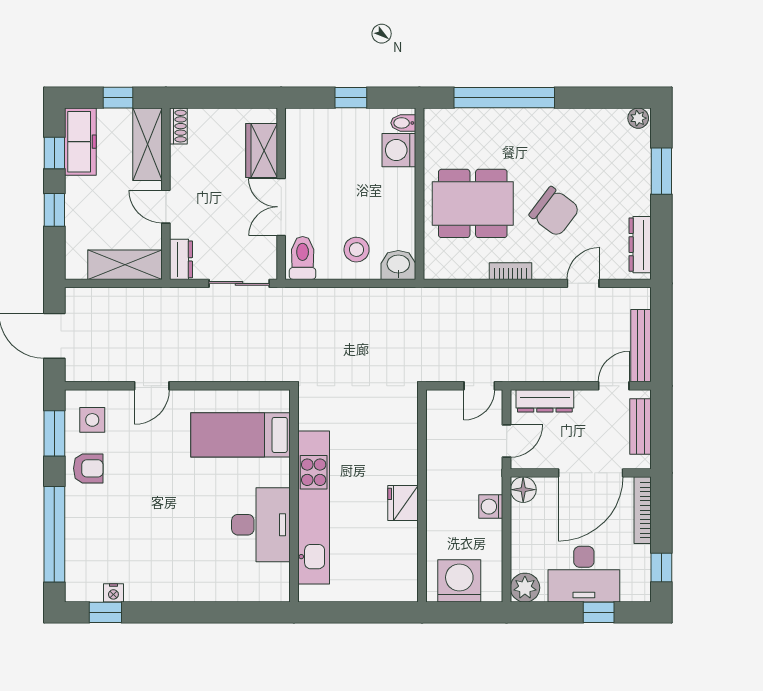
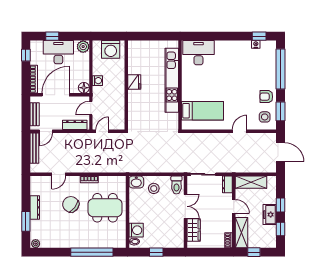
freezer: (80, 142) -> (270, 215), moved, width x0.71
dresser: (640, 245) -> (35, 207), moved
desk: (261, 525) -> (198, 53), moved, turned 90

